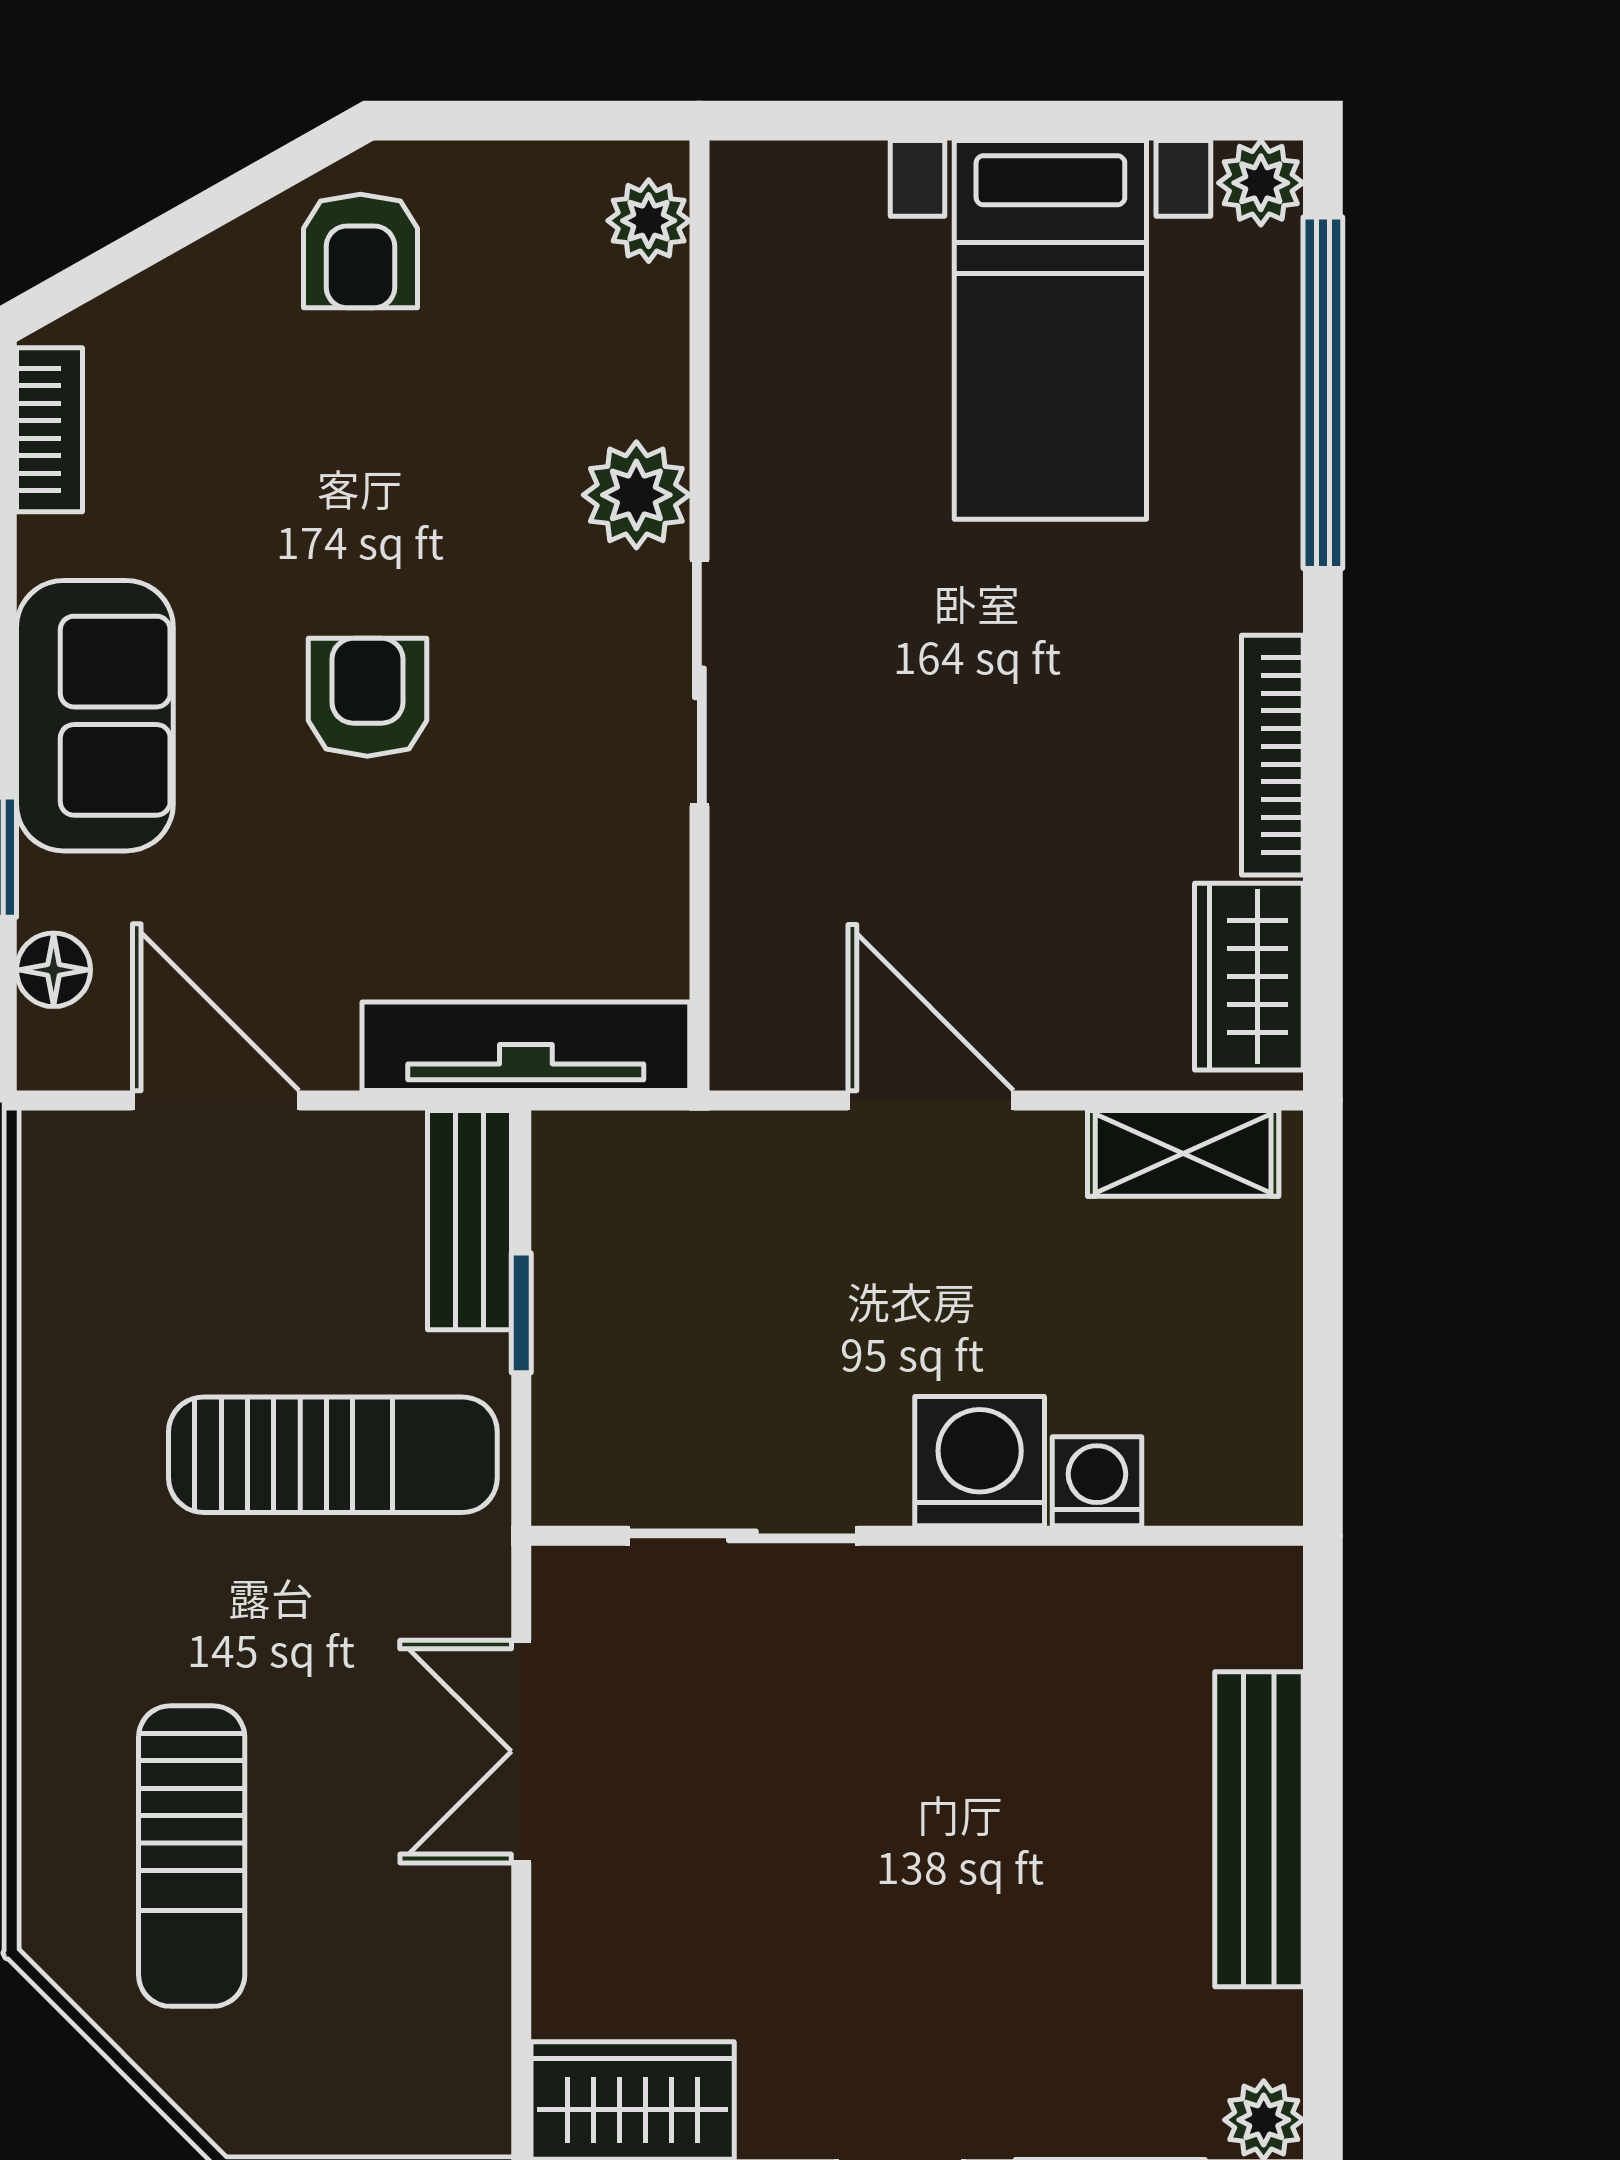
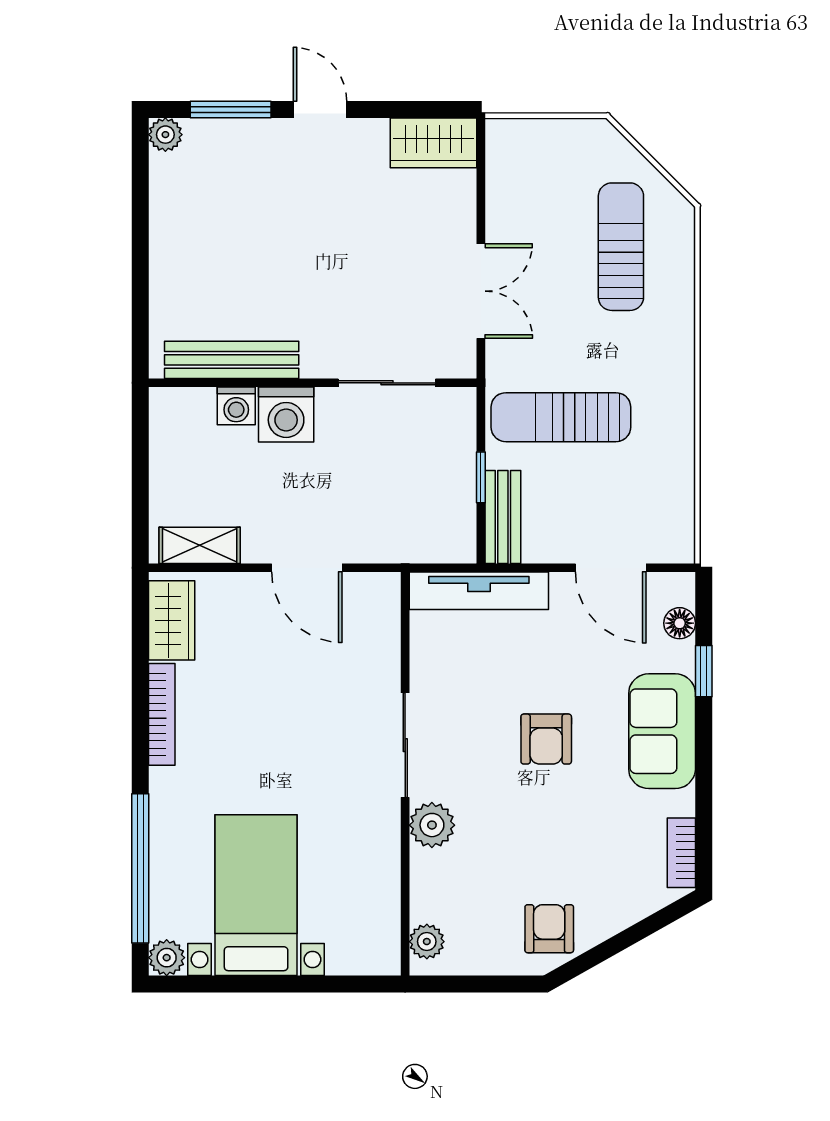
bench: (1259, 1829) -> (232, 360), moved, turned 90

